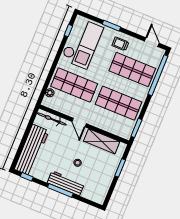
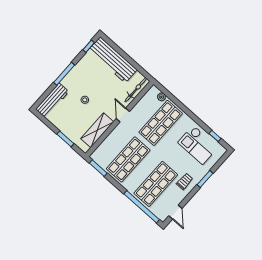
door: (152, 42) -> (175, 212), hinge flipped
checkout: (82, 43) -> (198, 145), width x0.73, depth x0.83
door: (79, 123) -> (123, 115), hinge flipped
workbench: (66, 183) -> (52, 100), moved

